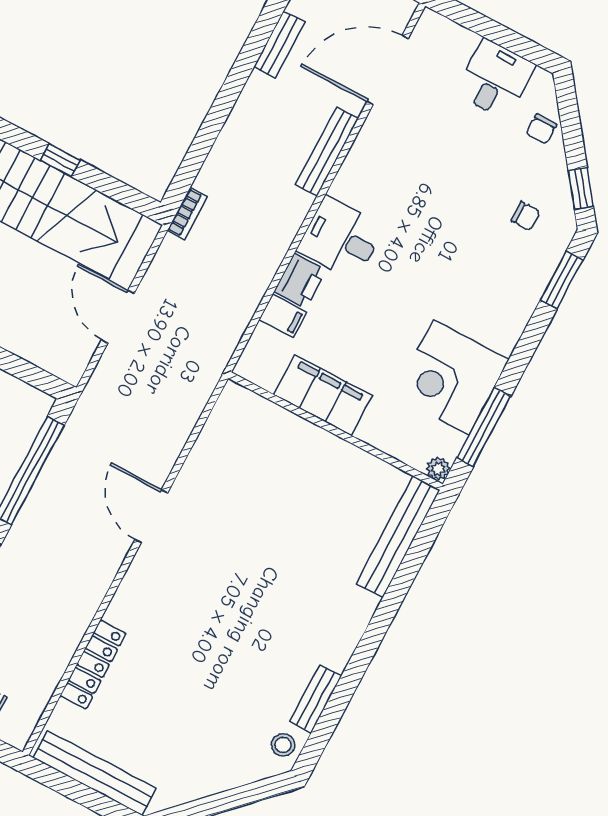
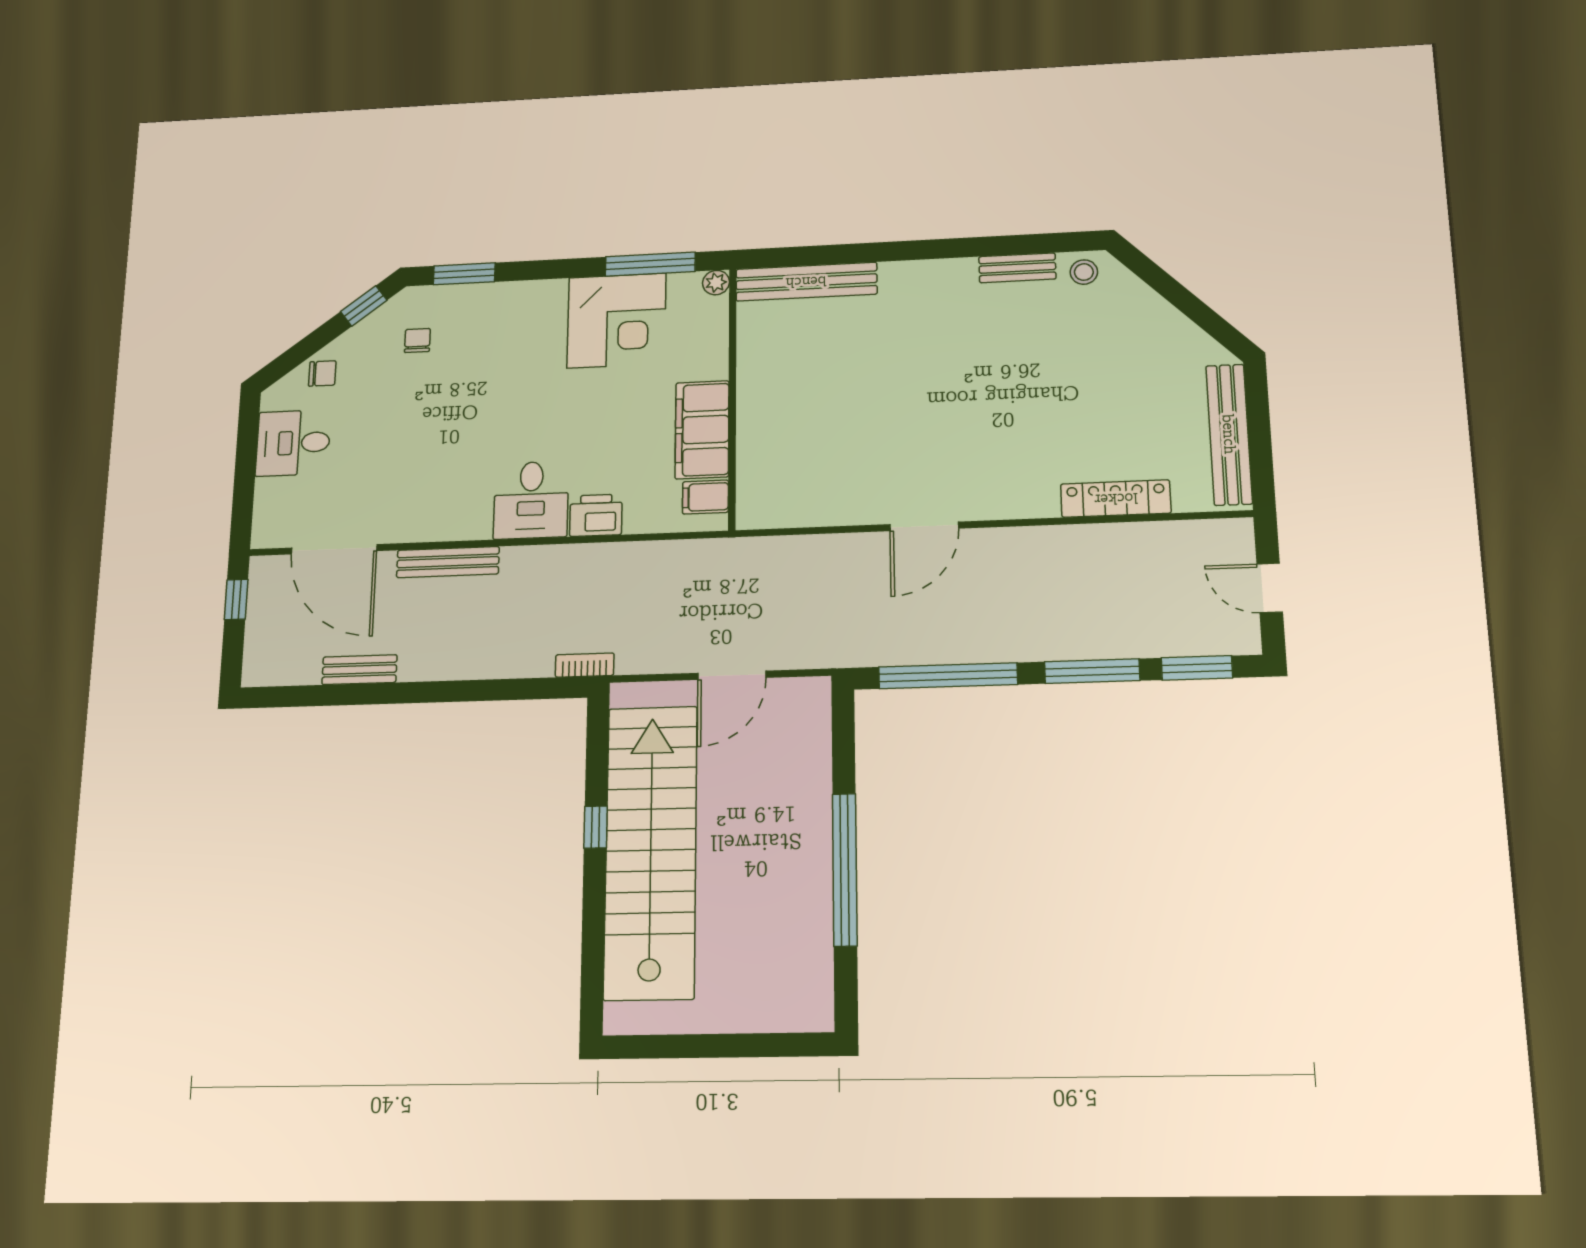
filing cabinet: (283, 316) -> (705, 497), moved, turned -90

